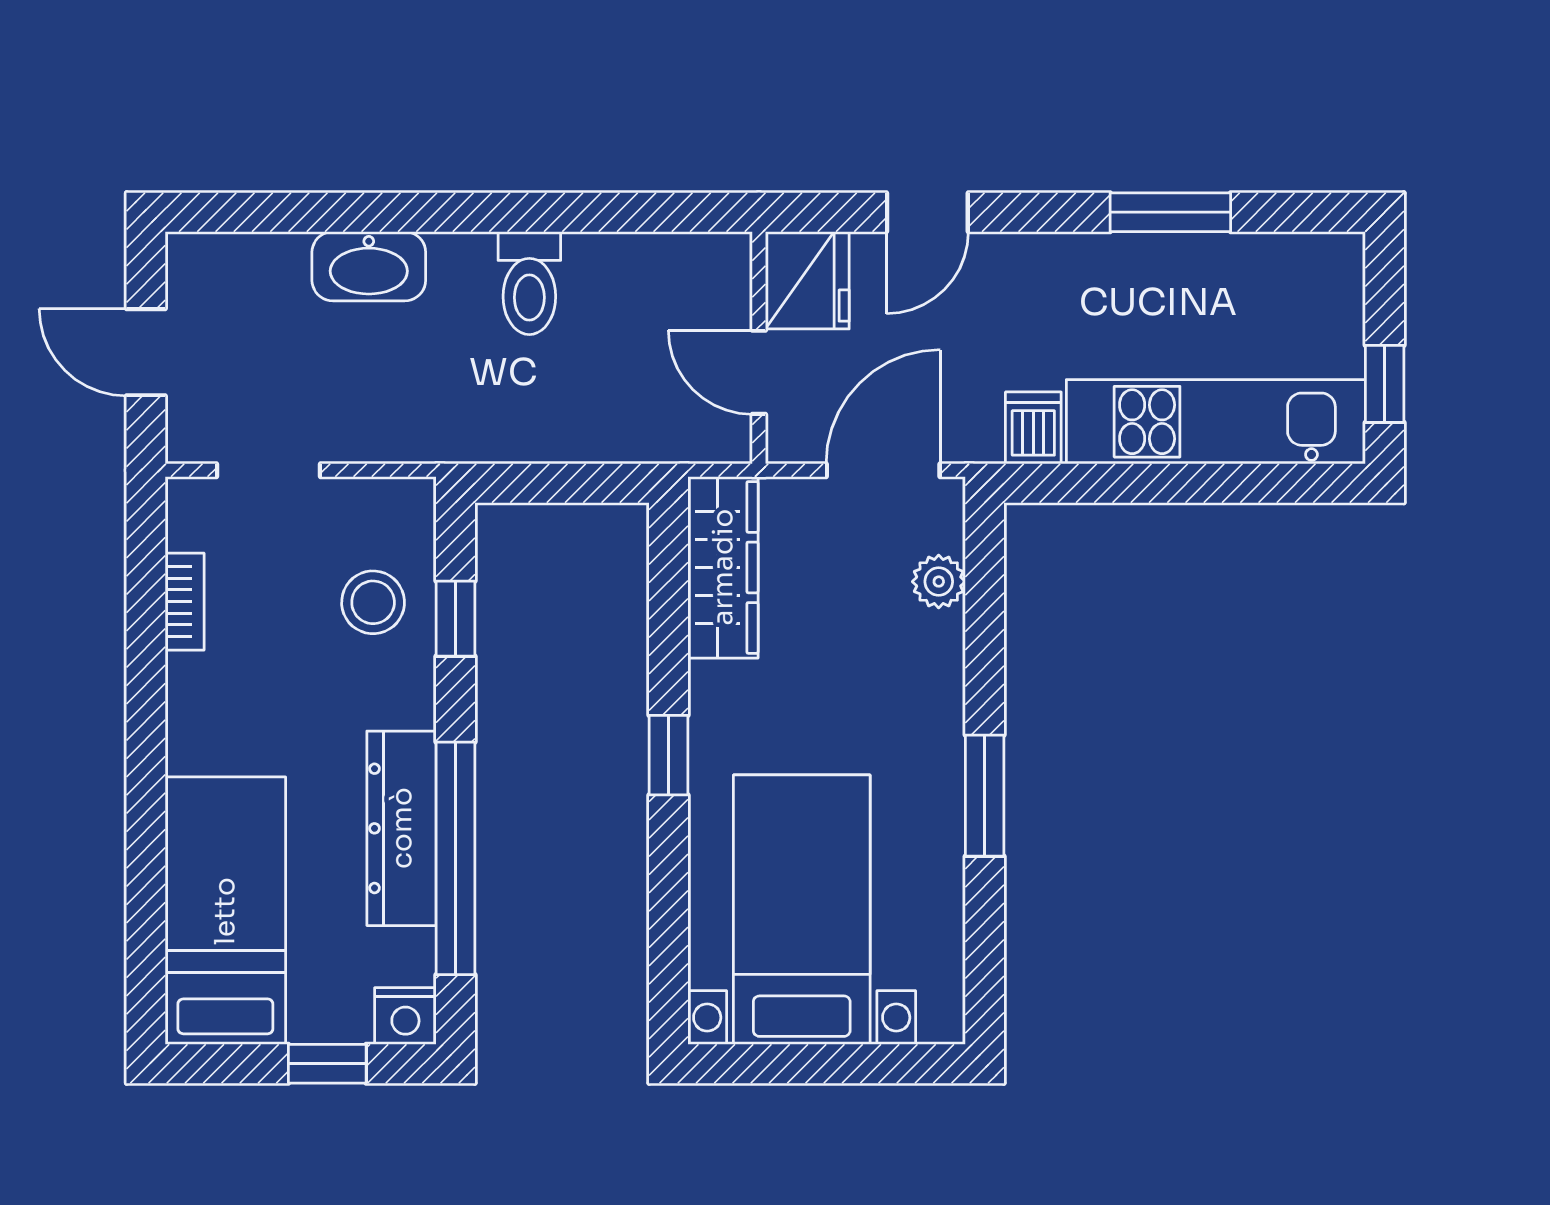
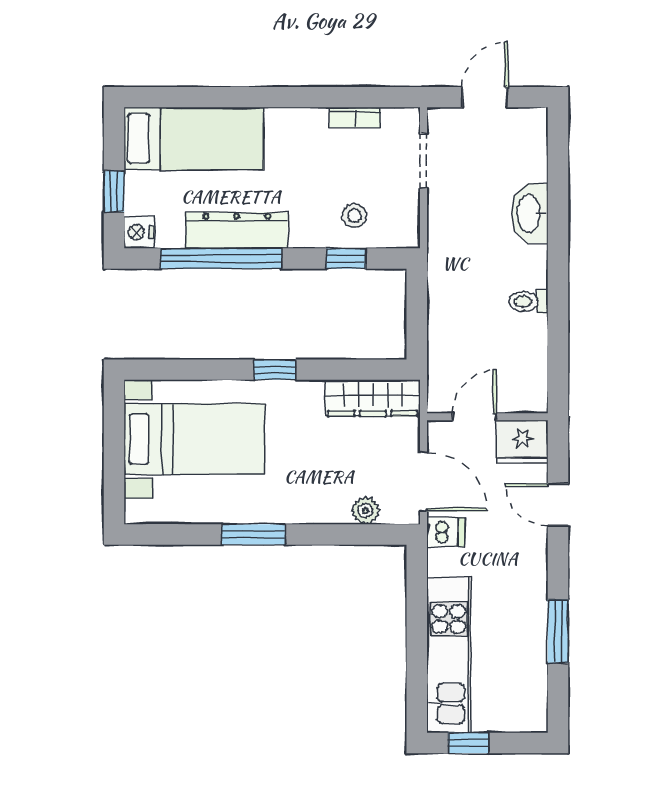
toilet: (529, 283) -> (529, 301), width x0.73, depth x0.72
dishwasher: (1033, 428) -> (446, 532), moved
stool: (373, 602) -> (355, 216), width x0.73, depth x0.73

